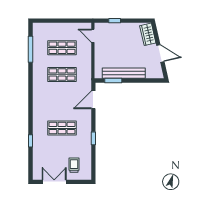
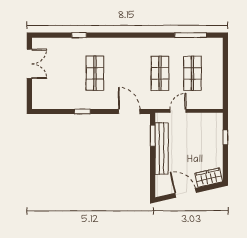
door: (93, 36) -> (178, 111), moved
door: (160, 53) -> (186, 193), swing flipped
trolley: (74, 165) -> (50, 88), removed

